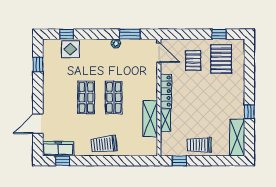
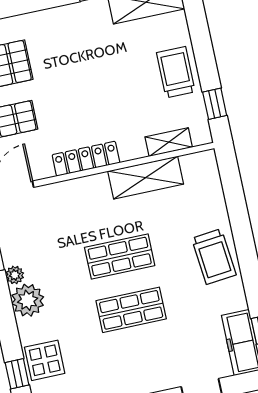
plant: (102, 47) -> (28, 300), added
shelving: (165, 120) -> (169, 142), moved
trolley: (199, 145) -> (176, 72), turned 180

